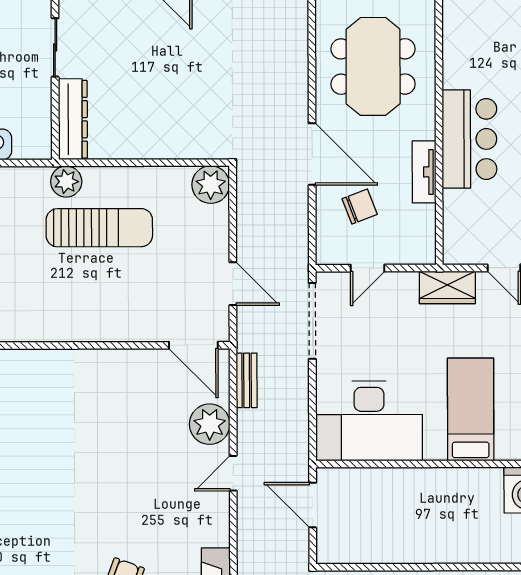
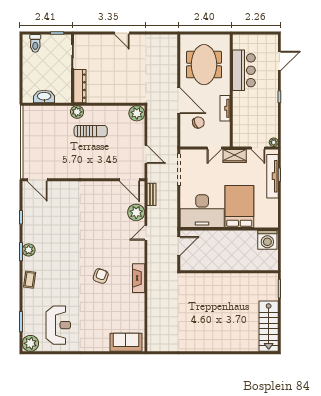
bar counter: (469, 139) -> (244, 70), moved
sun lounger: (99, 228) -> (91, 131), width x0.73, depth x0.75
door: (367, 268) -> (214, 148), moved
bed: (471, 409) -> (239, 206), width x1.50
door: (313, 505) -> (179, 246), swing flipped

